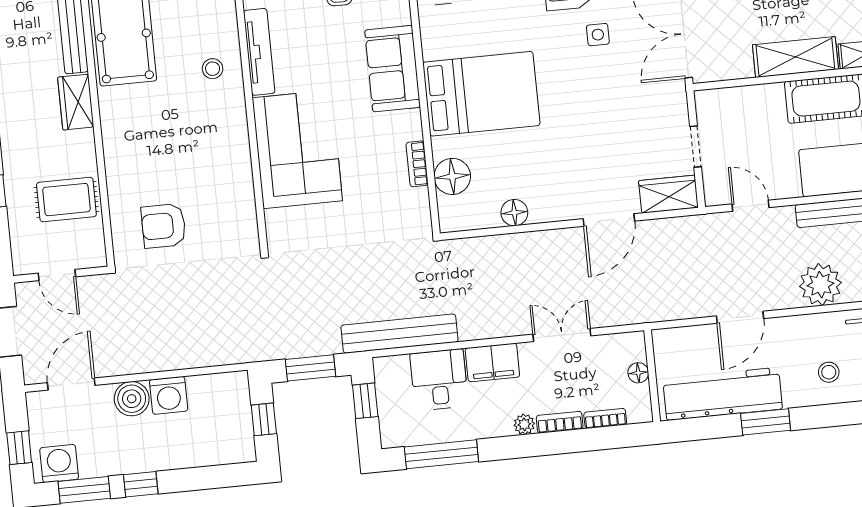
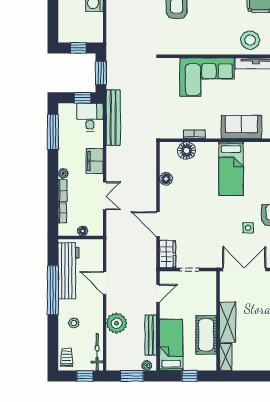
stool: (213, 69) -> (250, 40), width x1.89, depth x1.89
bed: (481, 94) -> (231, 169), width x0.67
desk: (439, 380) -> (90, 117), moved, turned -90
window: (766, 422) -> (53, 290), width x2.11

